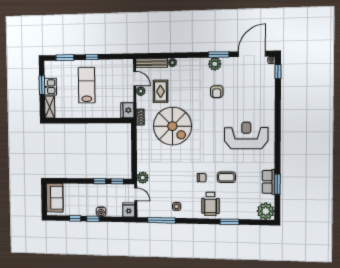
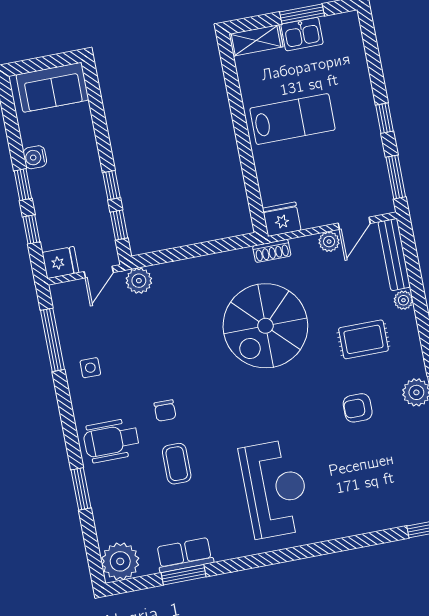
window: (65, 58) -> (396, 177), moved
lab bench: (87, 85) -> (293, 119), moved
rug: (160, 91) -> (363, 339), moved
water cooler: (101, 212) -> (35, 157), moved
window: (75, 218) -> (31, 229), moved

